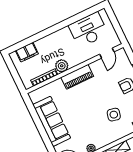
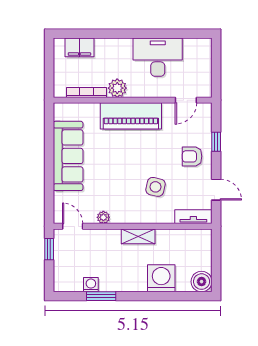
desk: (88, 30) -> (158, 57), moved
piano: (77, 77) -> (131, 116), width x1.37, depth x1.33

